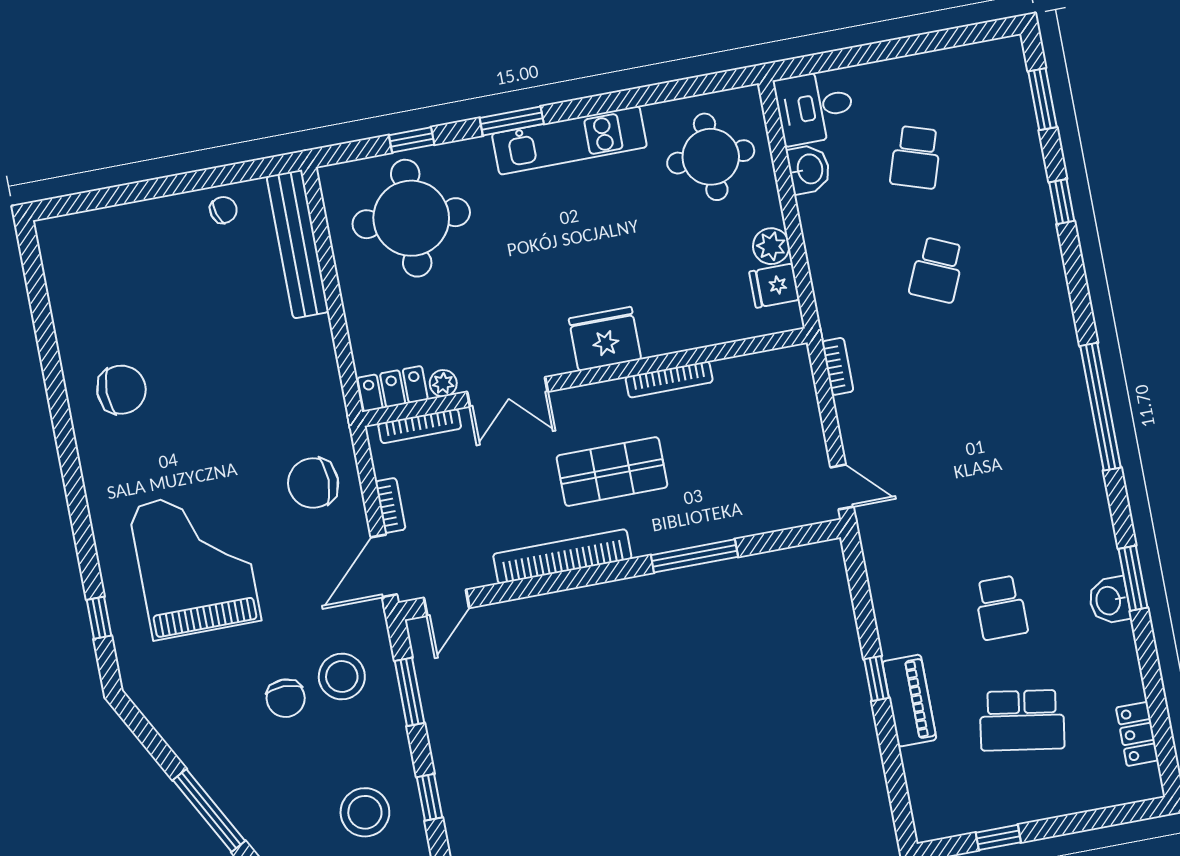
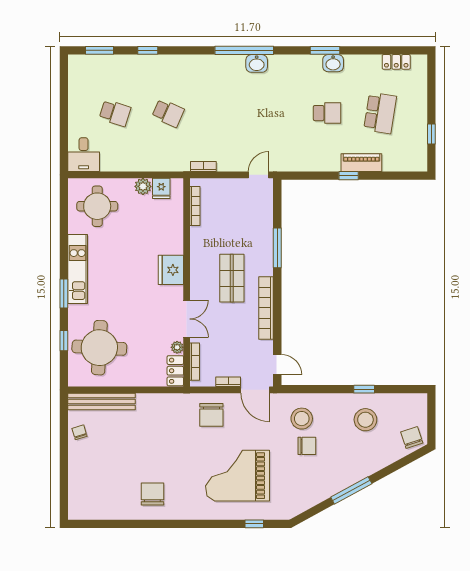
washbasin: (809, 169) -> (257, 63), moved, turned 180
bookcase: (669, 379) -> (195, 206), moved
window: (410, 692) -> (315, 389), removed

